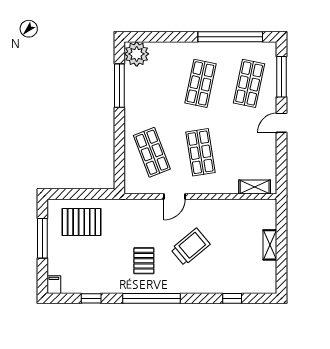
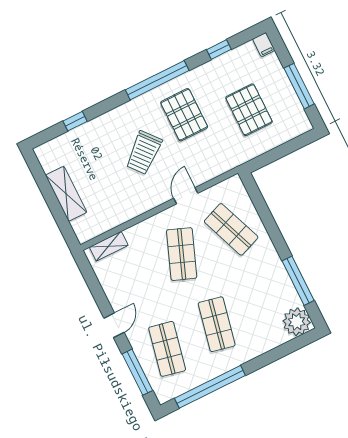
shop shelf: (200, 152) -> (182, 254), turned 30
pallet: (81, 222) -> (249, 110), moved, turned 90
shelving: (270, 245) -> (66, 194), width x1.50, depth x1.33
pallet: (144, 261) -> (184, 115), width x1.50, depth x1.42

